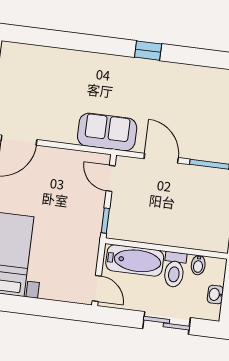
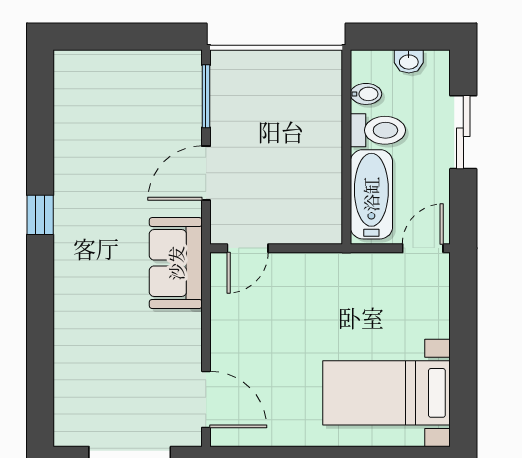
window: (105, 221) -> (315, 248), removed

